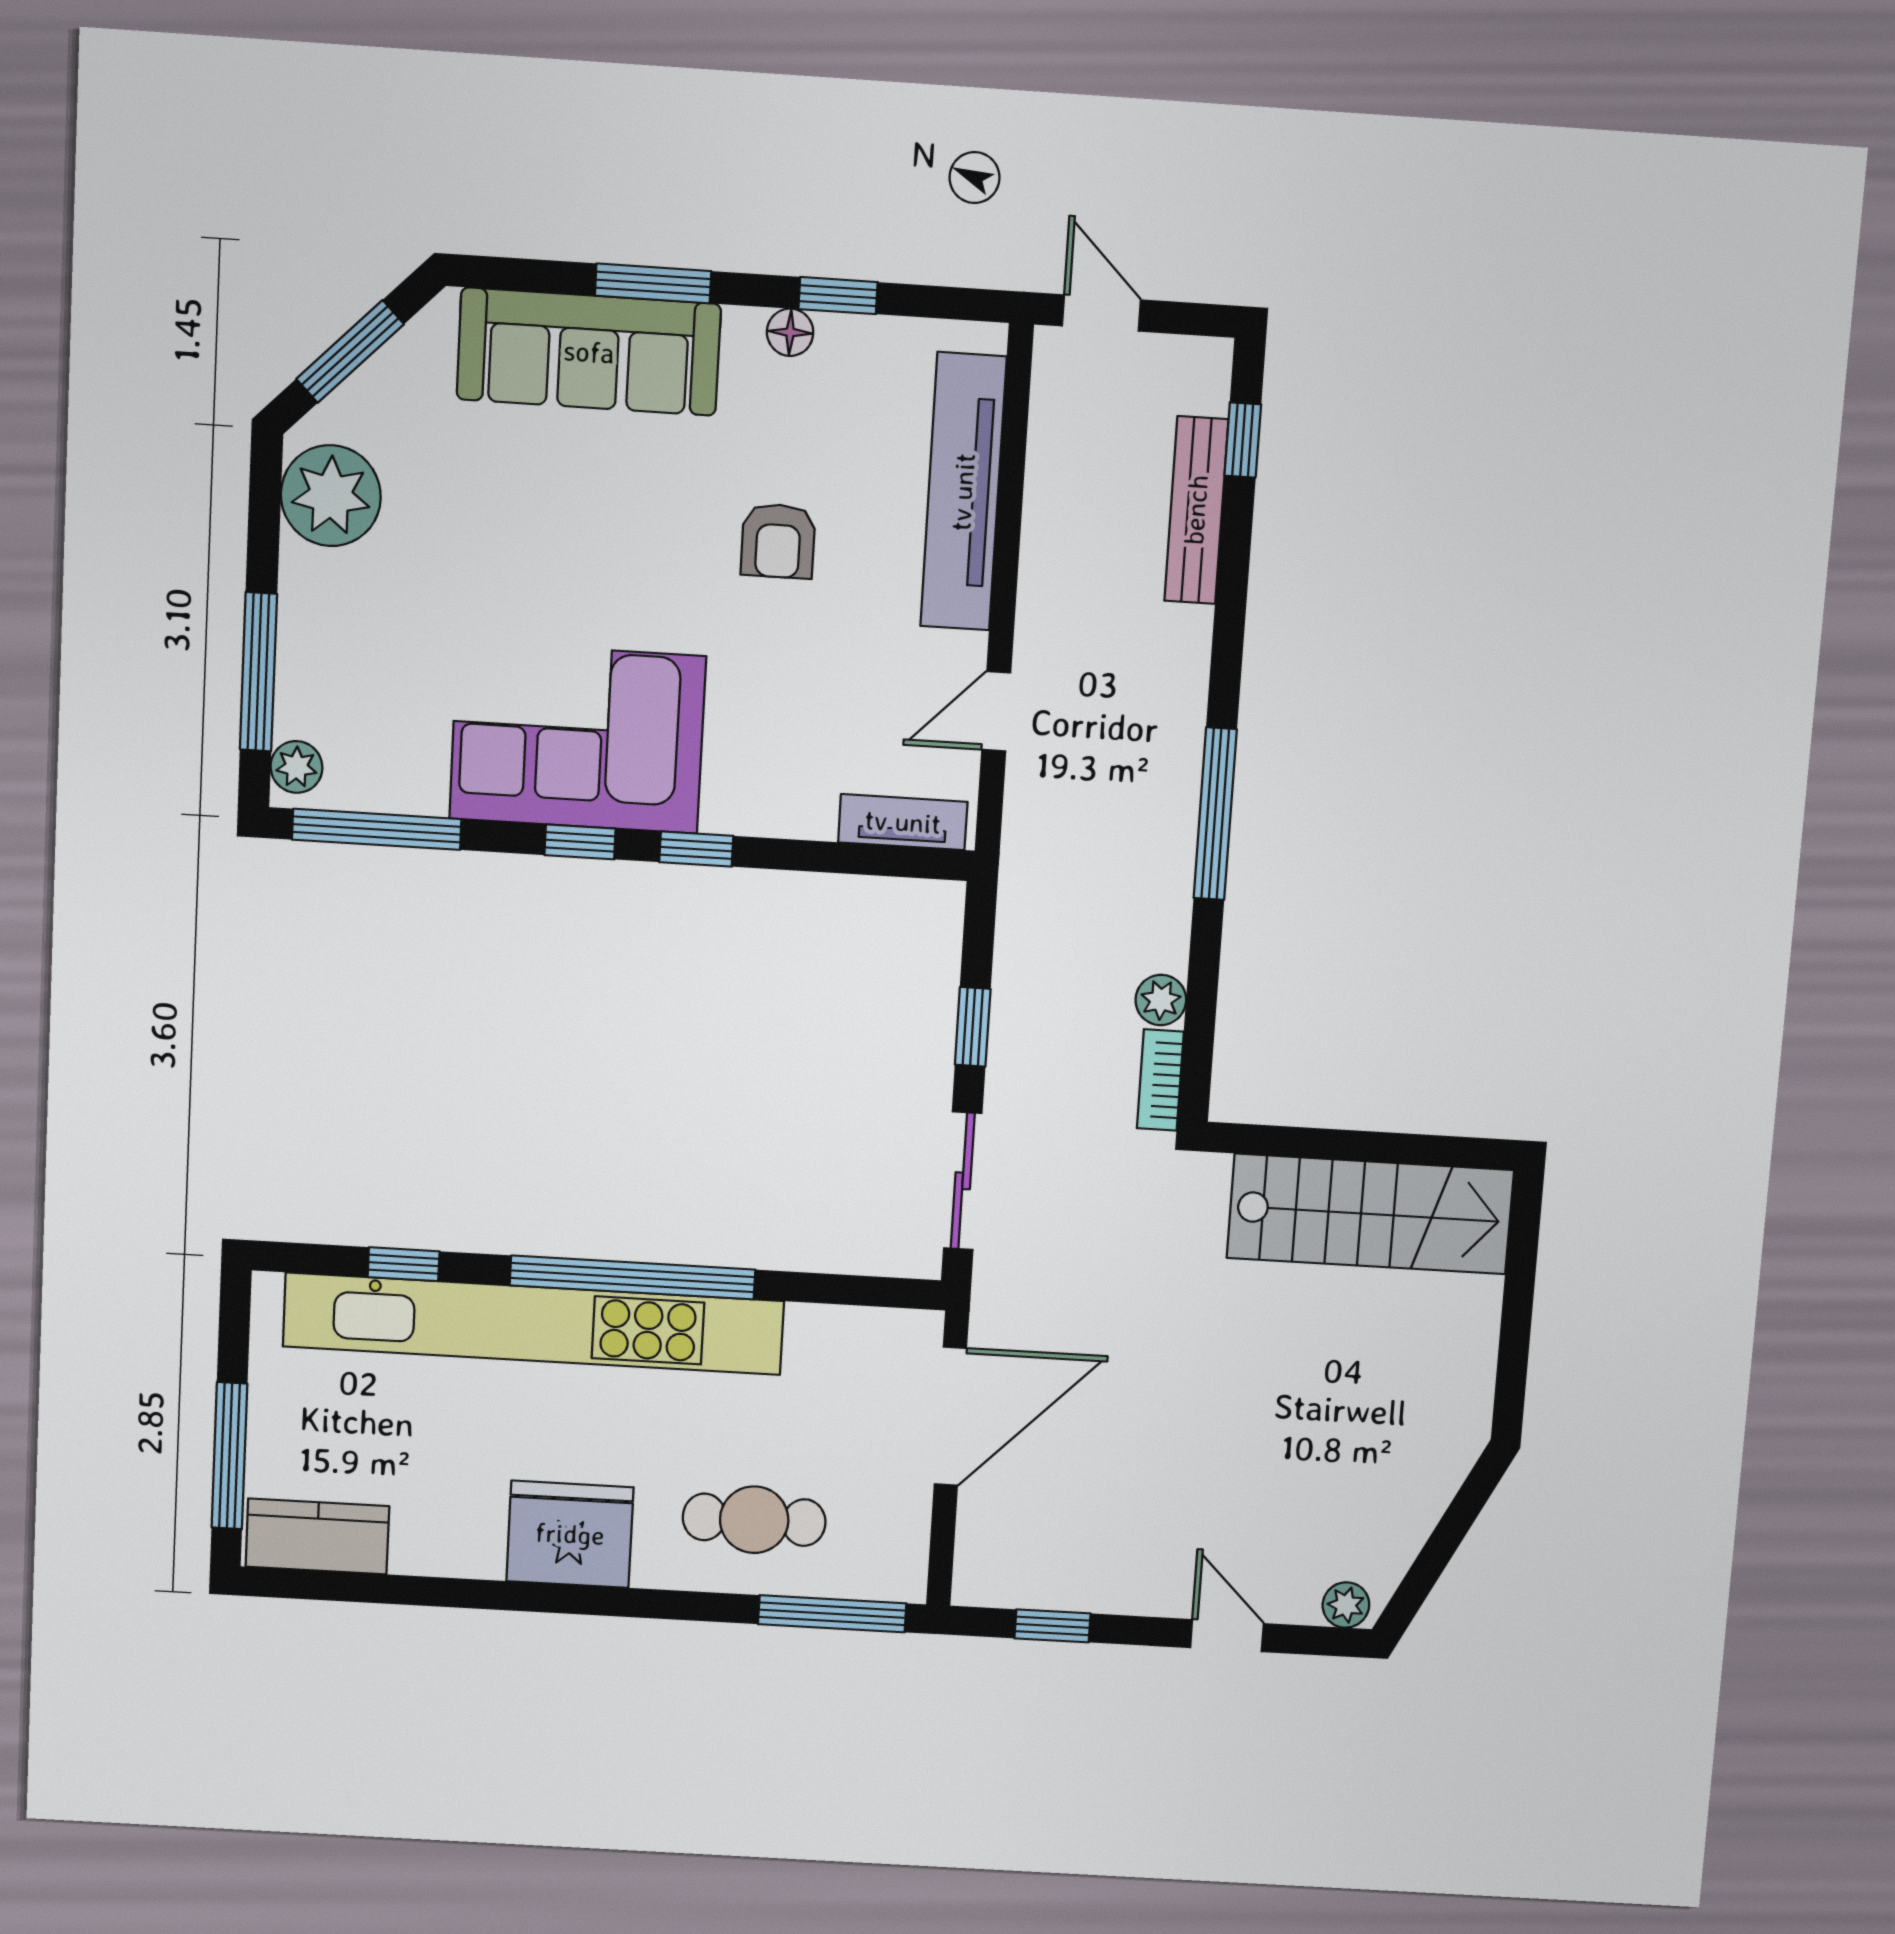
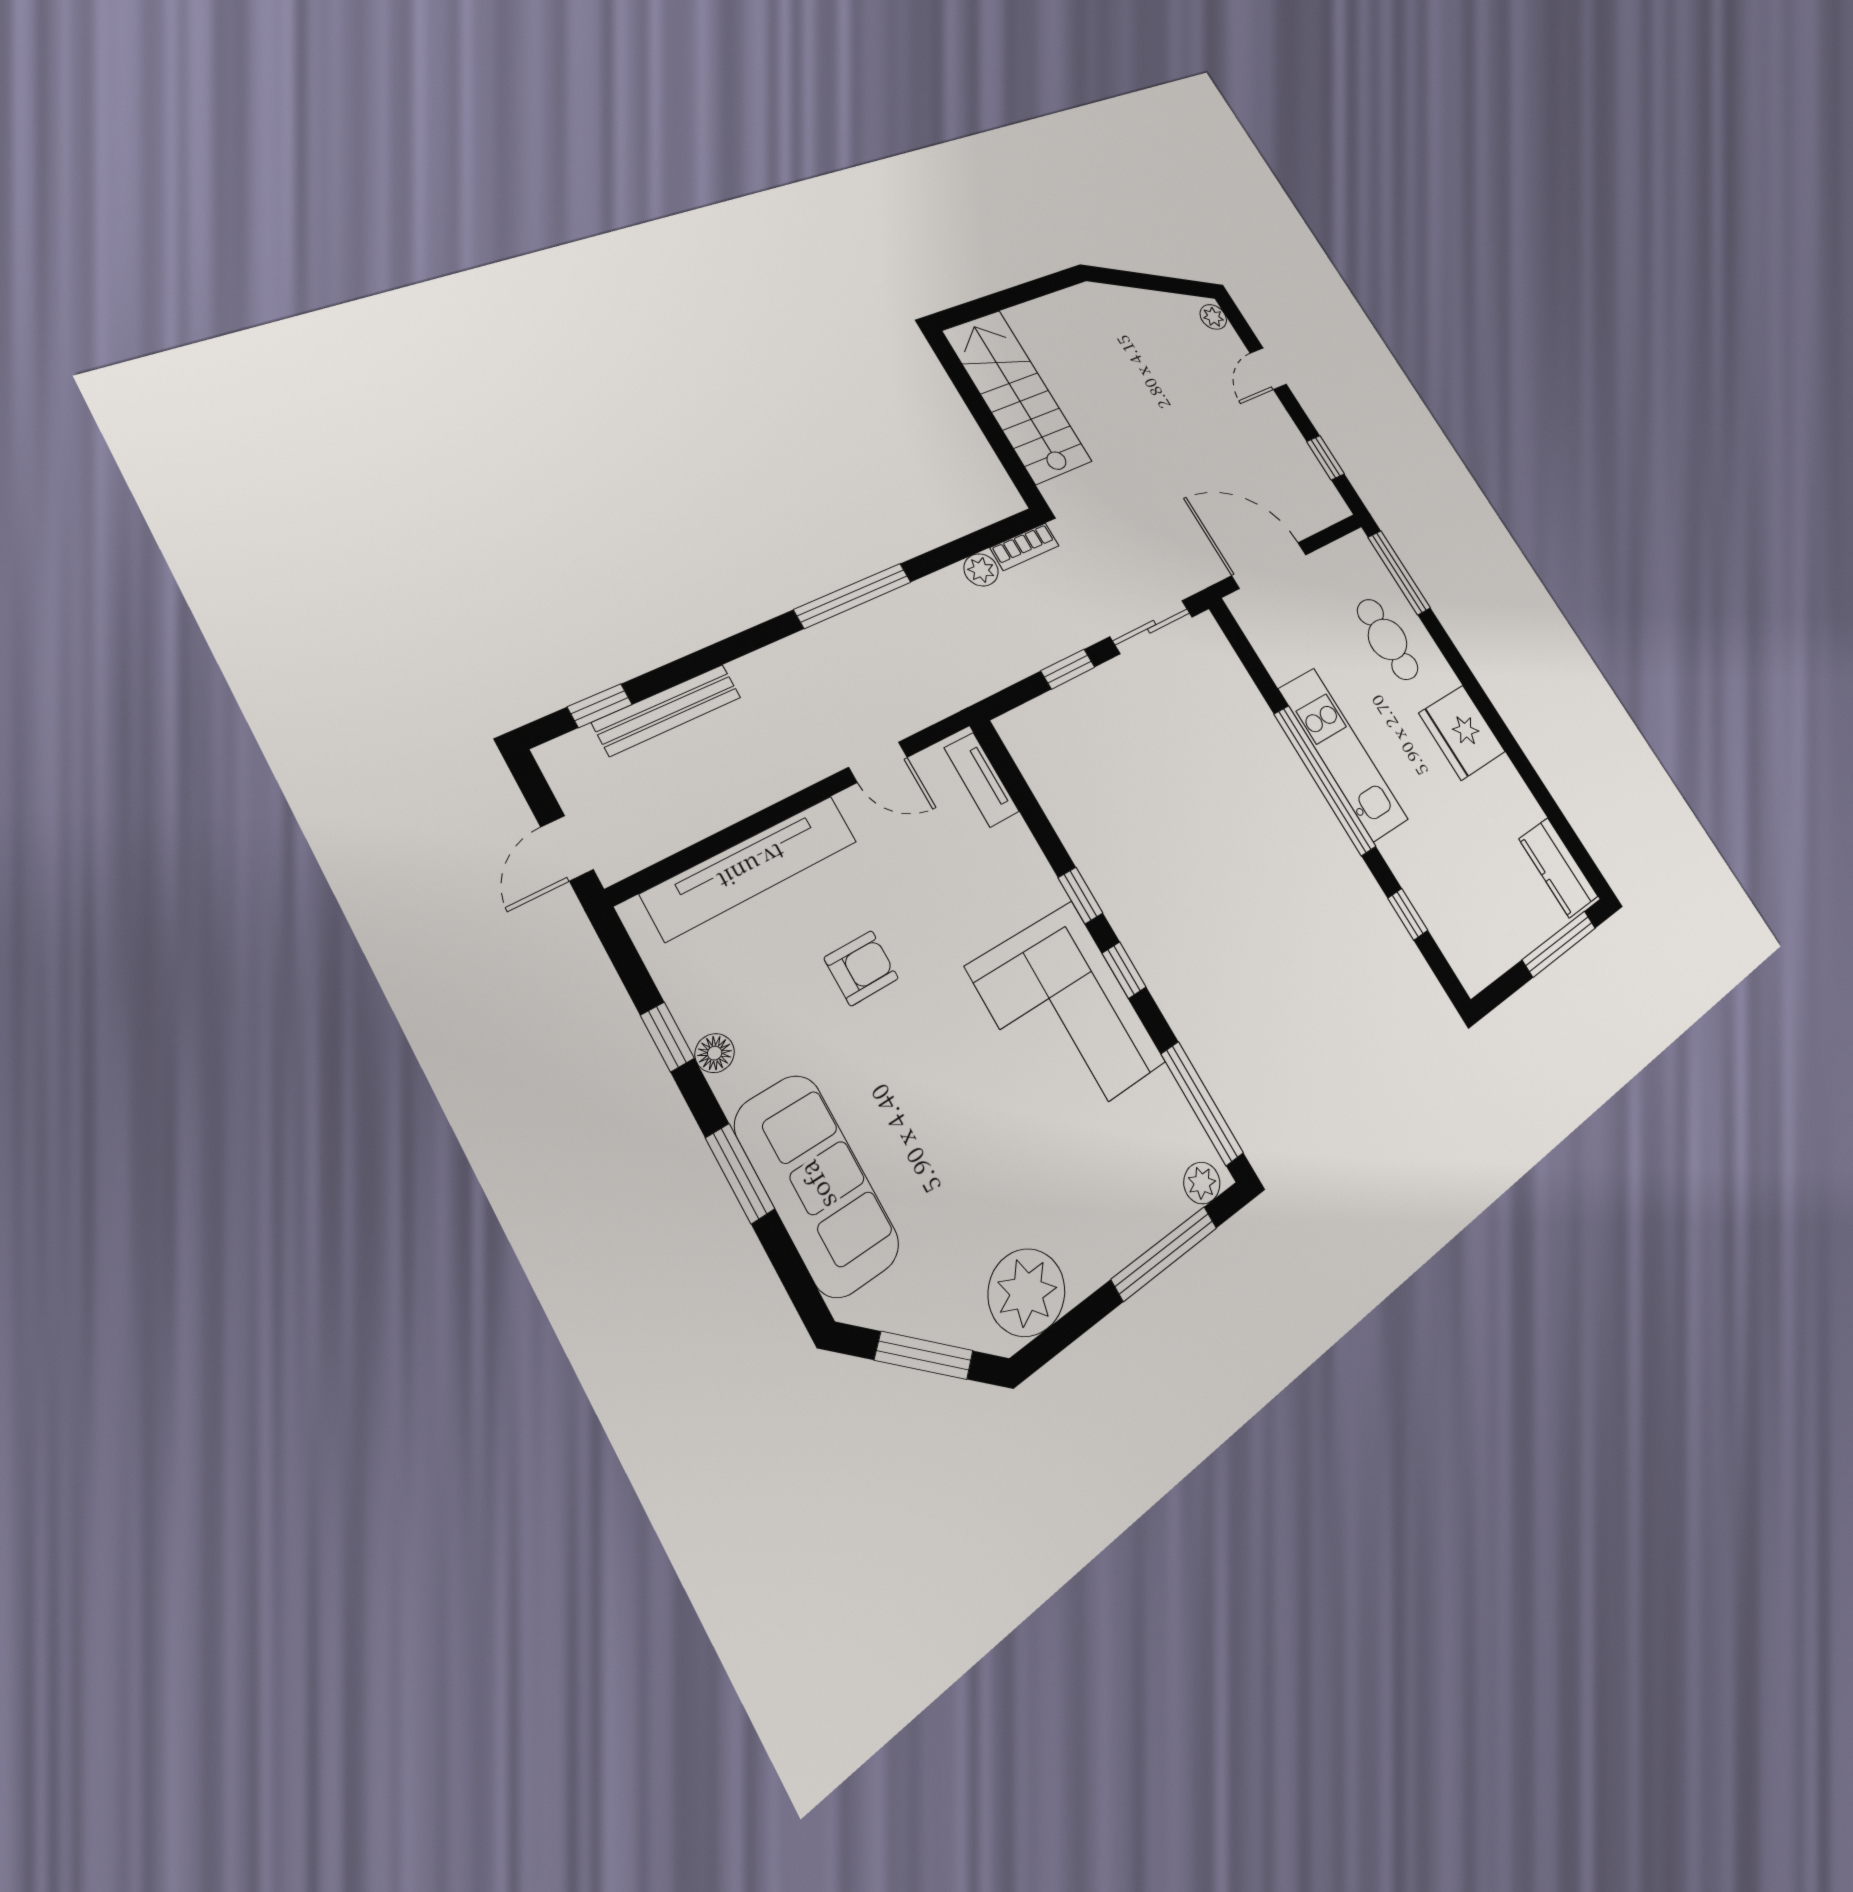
kitchen unit: (534, 1324) -> (1343, 754), width x0.54

